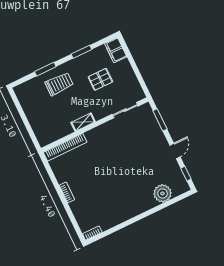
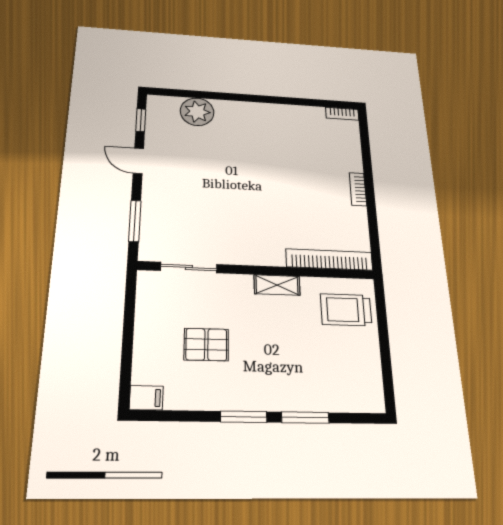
filing cabinet: (116, 50) -> (146, 398), width x0.50
window: (81, 52) -> (244, 417), moved
trolley: (59, 84) -> (346, 310), moved
door: (175, 151) -> (138, 161), hinge flipped

